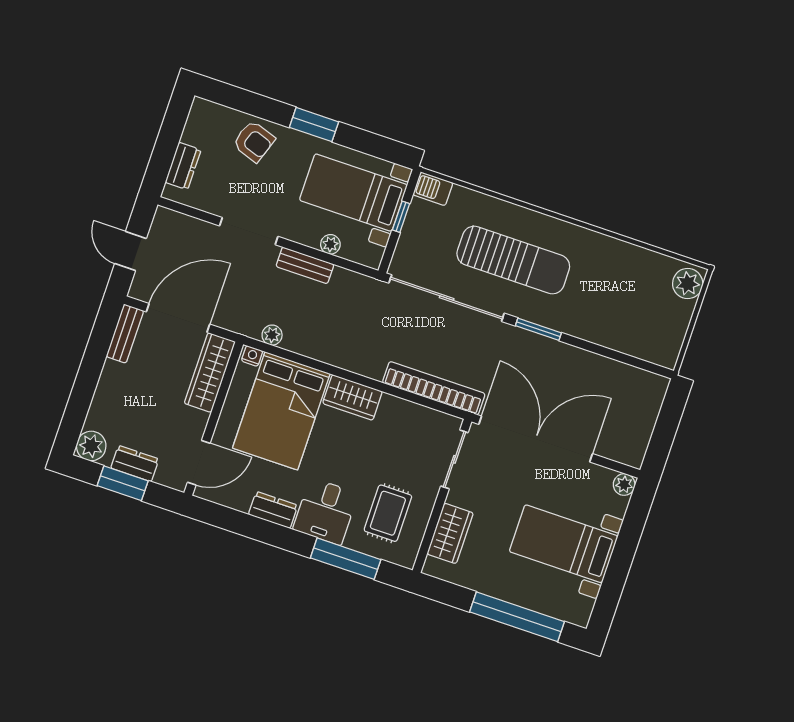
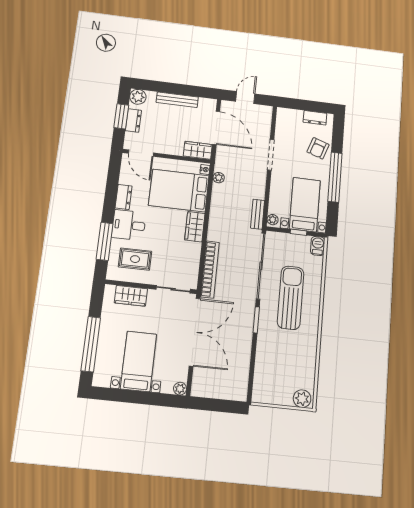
window: (314, 125) -> (335, 177), width x2.11
dresser: (183, 166) -> (315, 118), moved
plant: (330, 244) -> (273, 220), moved
sun lounger: (513, 260) -> (291, 298), turned 180
bench: (305, 265) -> (258, 214), moved
bench: (125, 334) -> (177, 100), moved, width x1.36
wardrobe: (210, 372) -> (198, 150), width x0.67

